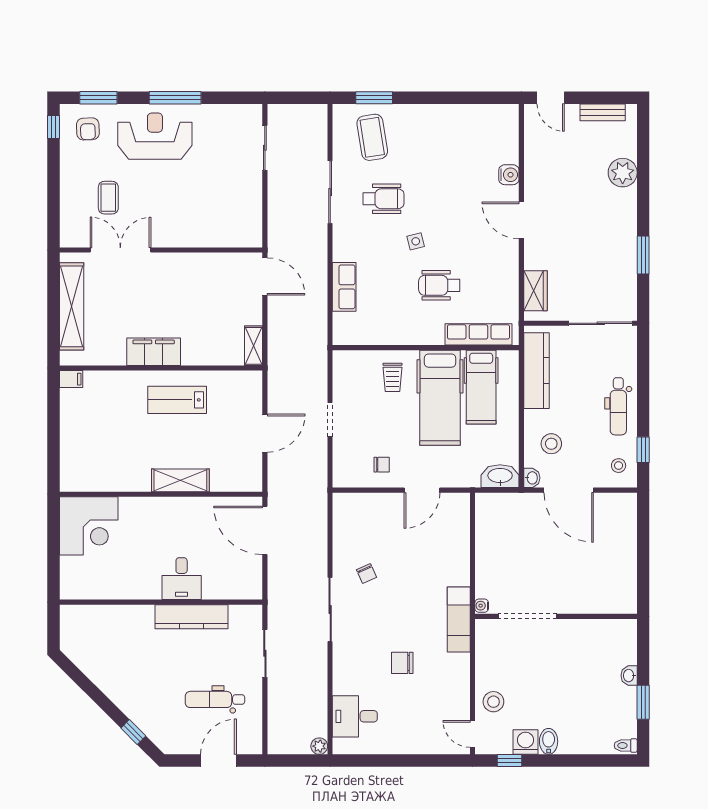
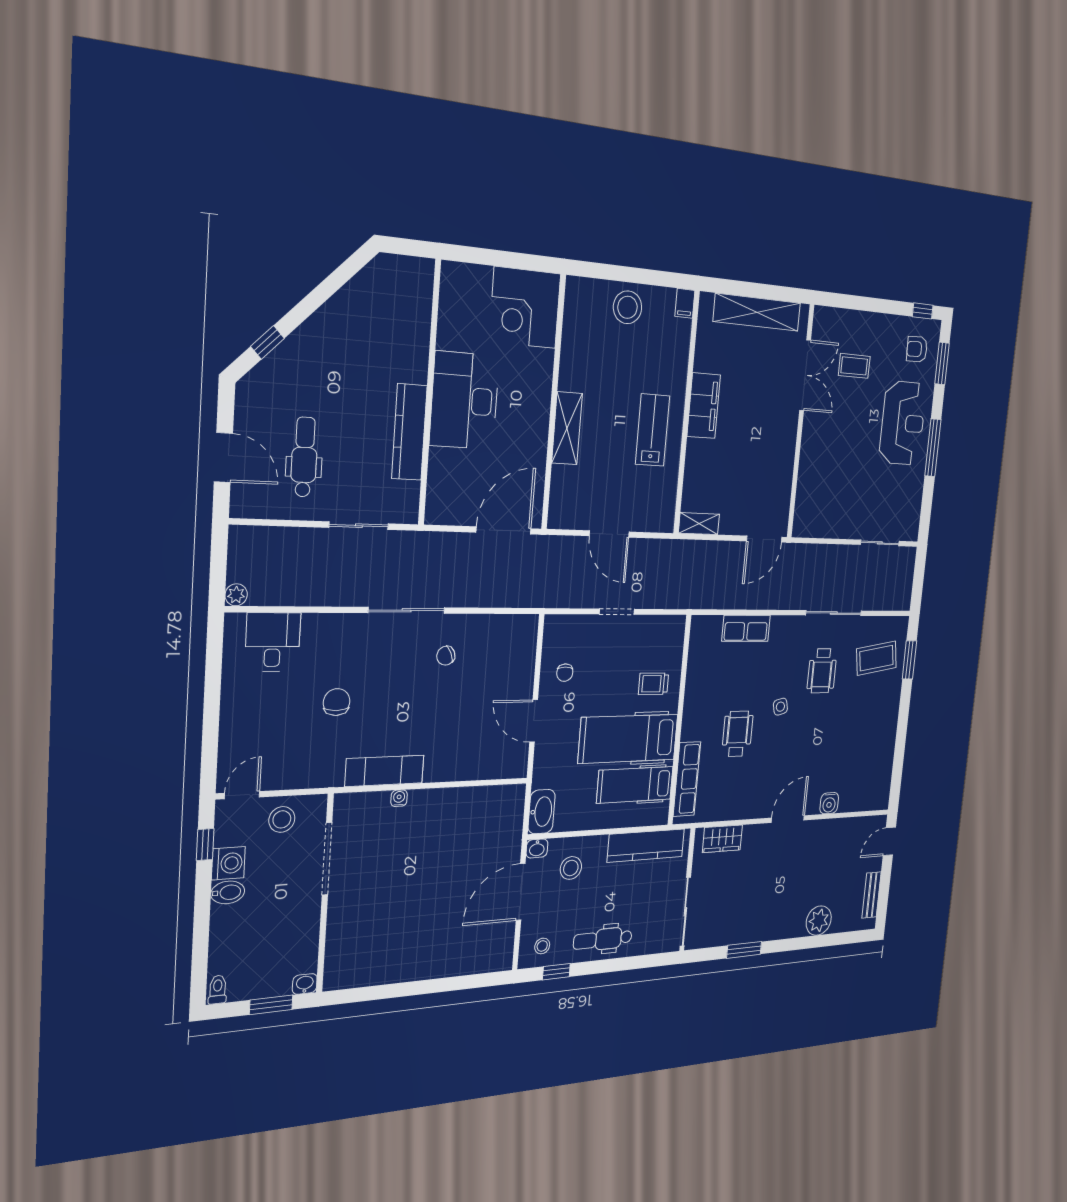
stool: (80, 433) -> (628, 307), added
desk: (182, 579) -> (464, 401), width x1.87, depth x1.30
doorway: (528, 616) -> (327, 859), moved
wall: (556, 616) -> (325, 894), moved

